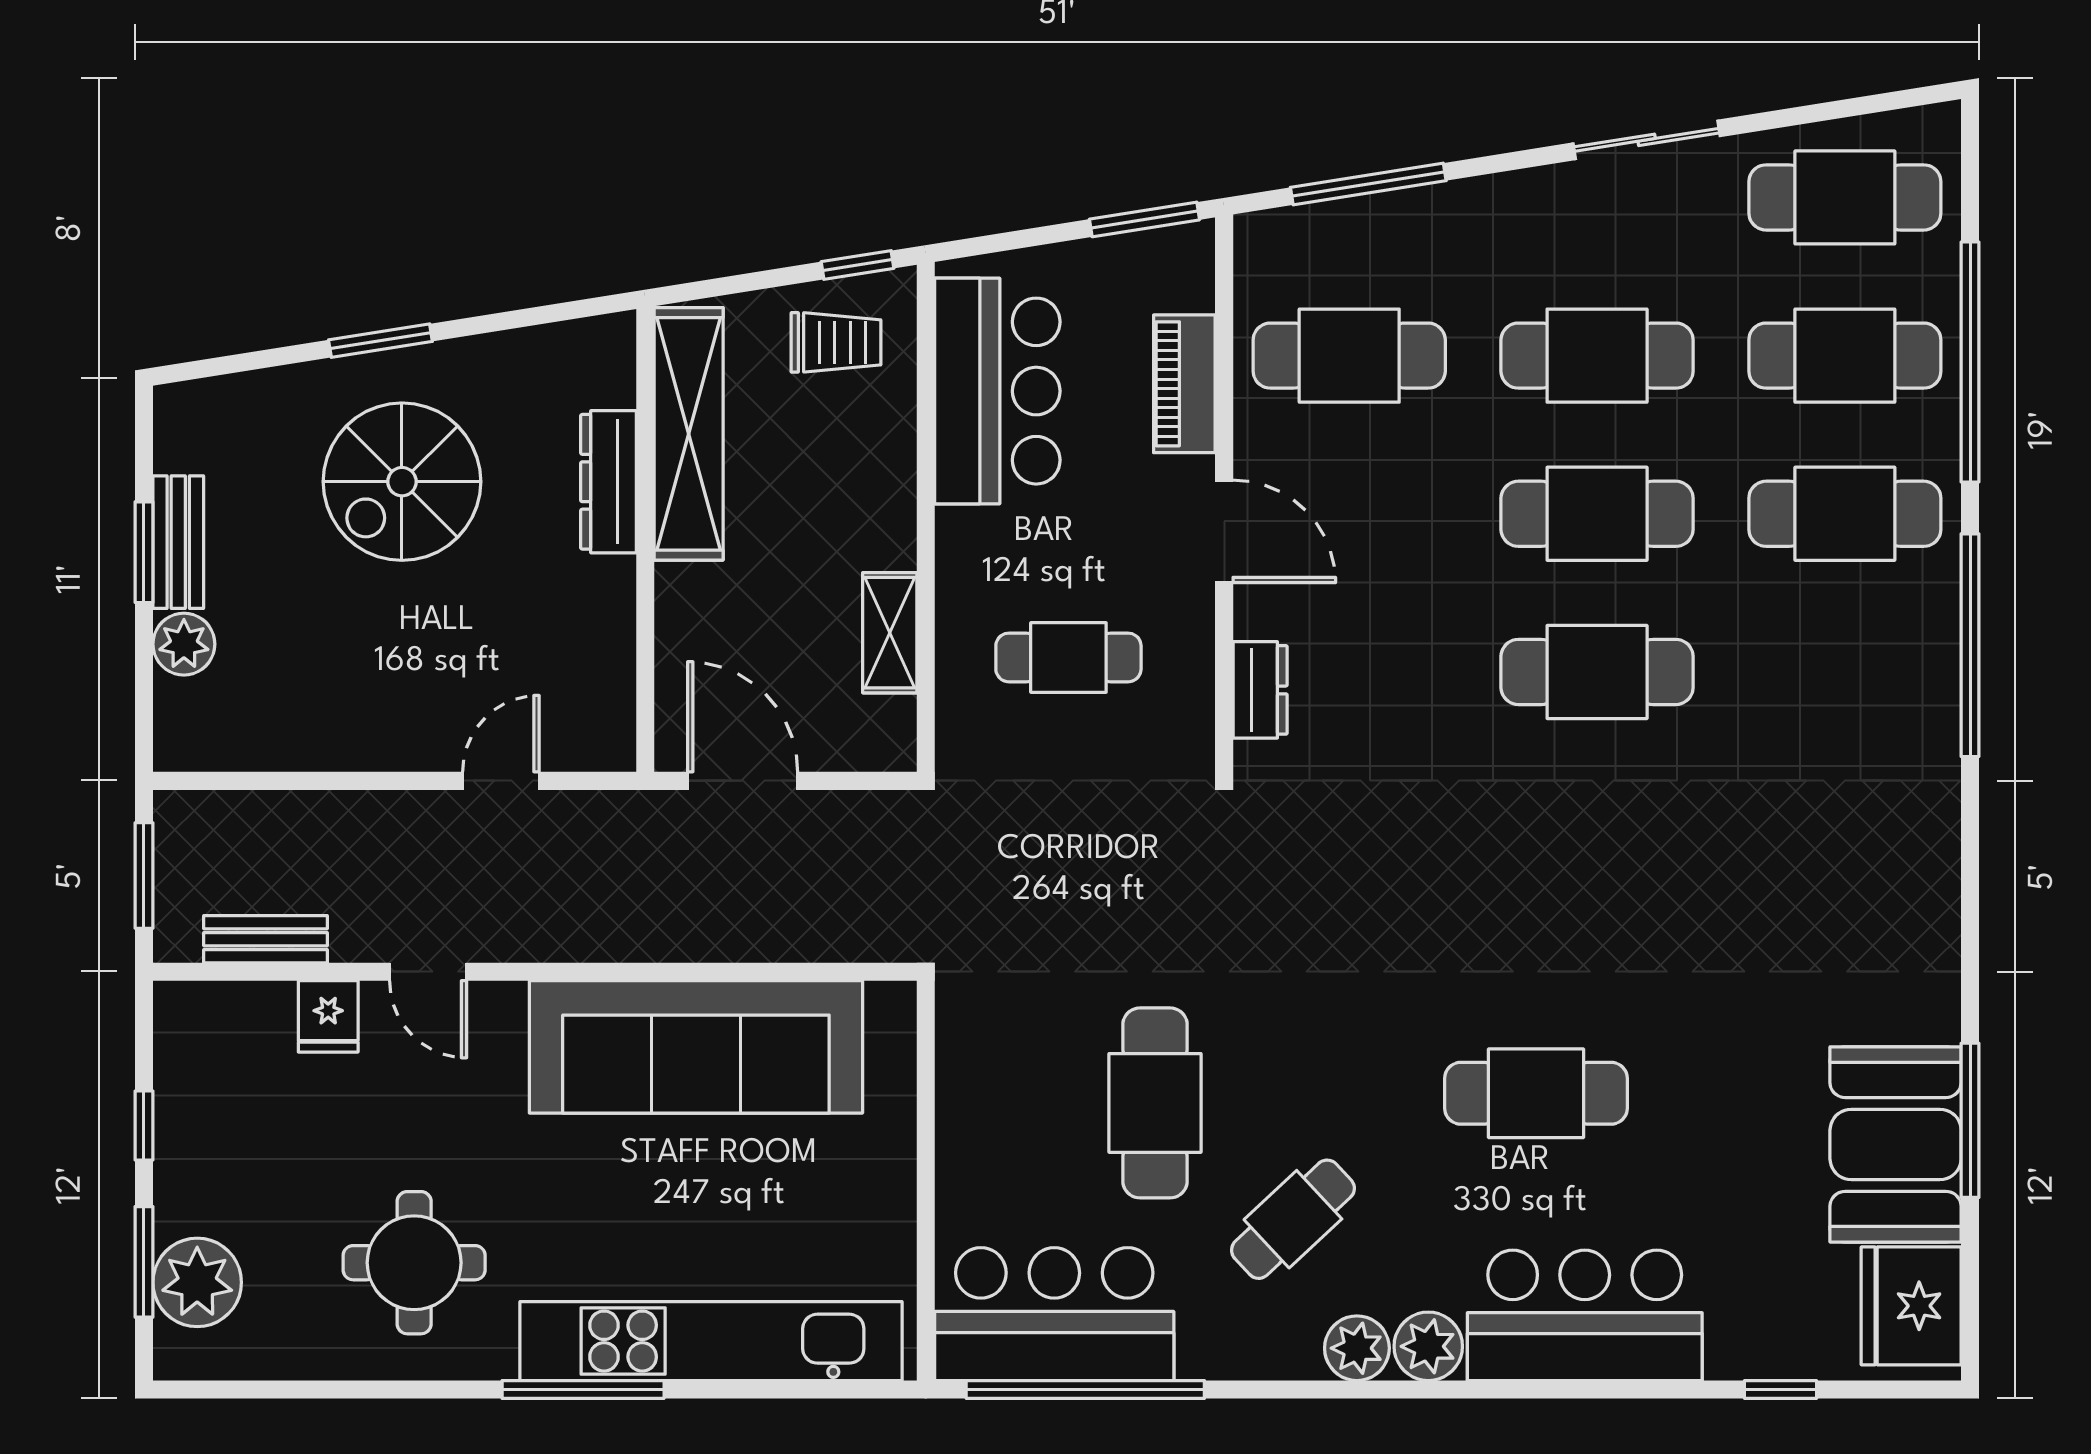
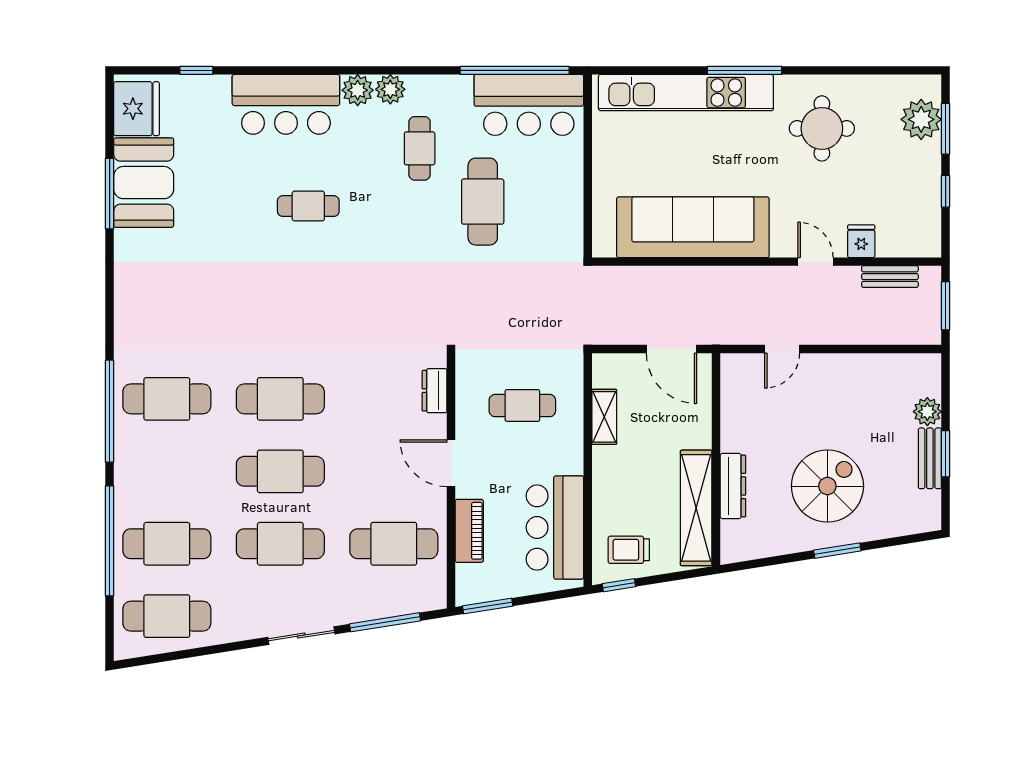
sliding door: (1647, 140) -> (301, 636), moved
cafe table: (1845, 514) -> (167, 399), moved
cafe table: (1536, 1093) -> (308, 206), width x0.73, depth x0.74
cafe table: (1293, 1219) -> (420, 148), turned -47

